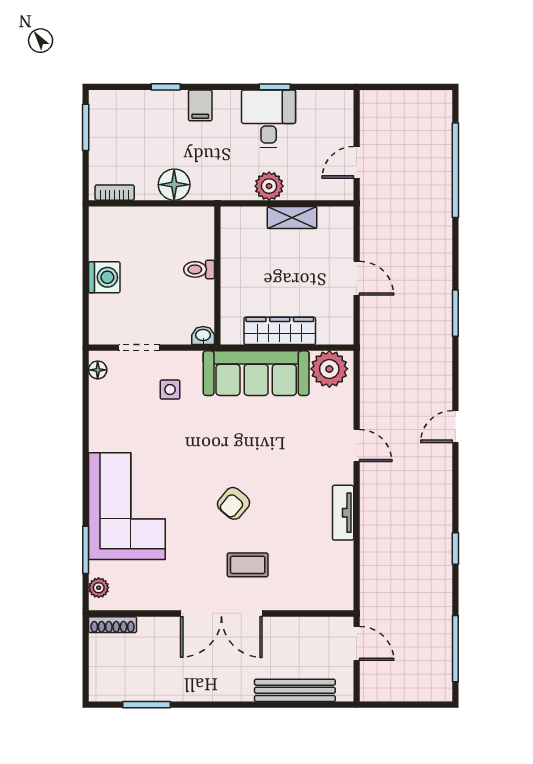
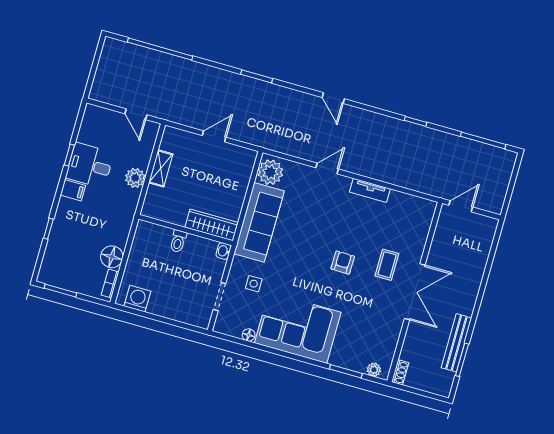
filing cabinet: (200, 105) -> (73, 190), moved
floor lamp: (174, 185) -> (112, 257), moved
washing machine: (104, 277) -> (137, 299), moved
wardrobe: (280, 331) -> (212, 225), moved, turned 90
floor lamp: (98, 370) -> (249, 335), moved
armchair: (234, 503) -> (343, 263), turned -129
corner sofa: (127, 506) -> (298, 328), moved
shoe rack: (113, 625) -> (400, 372), width x0.70
bench: (295, 690) -> (456, 343), moved

